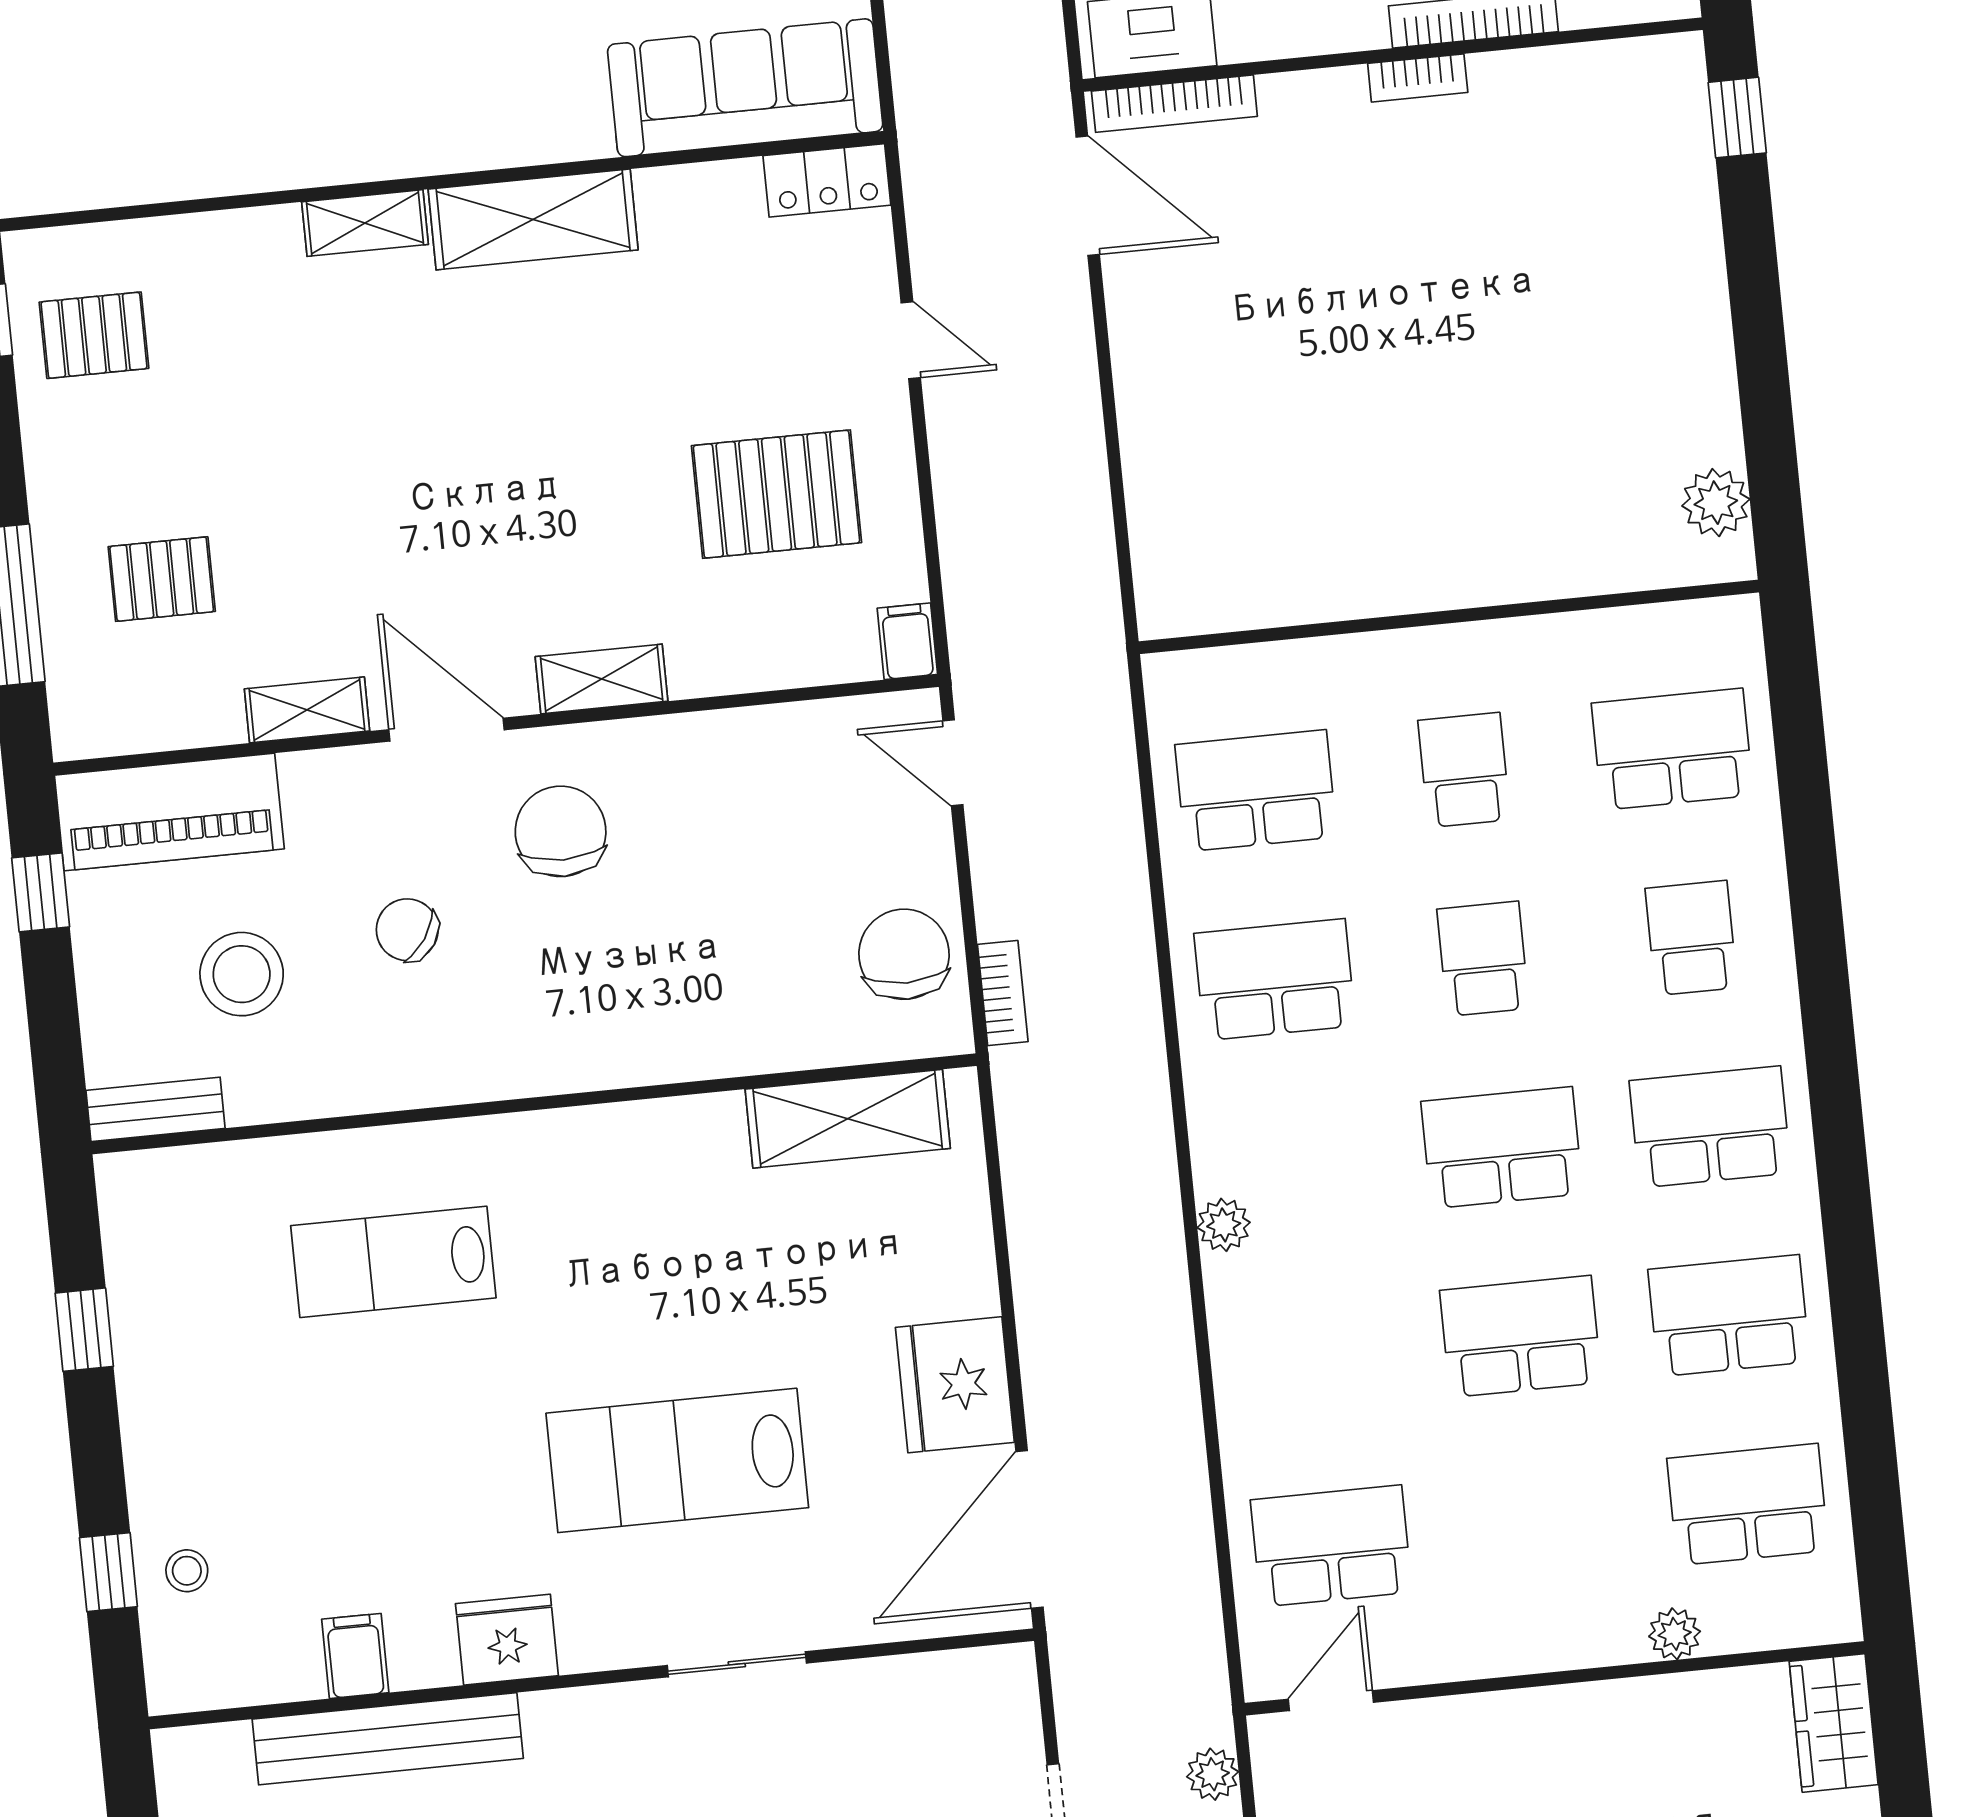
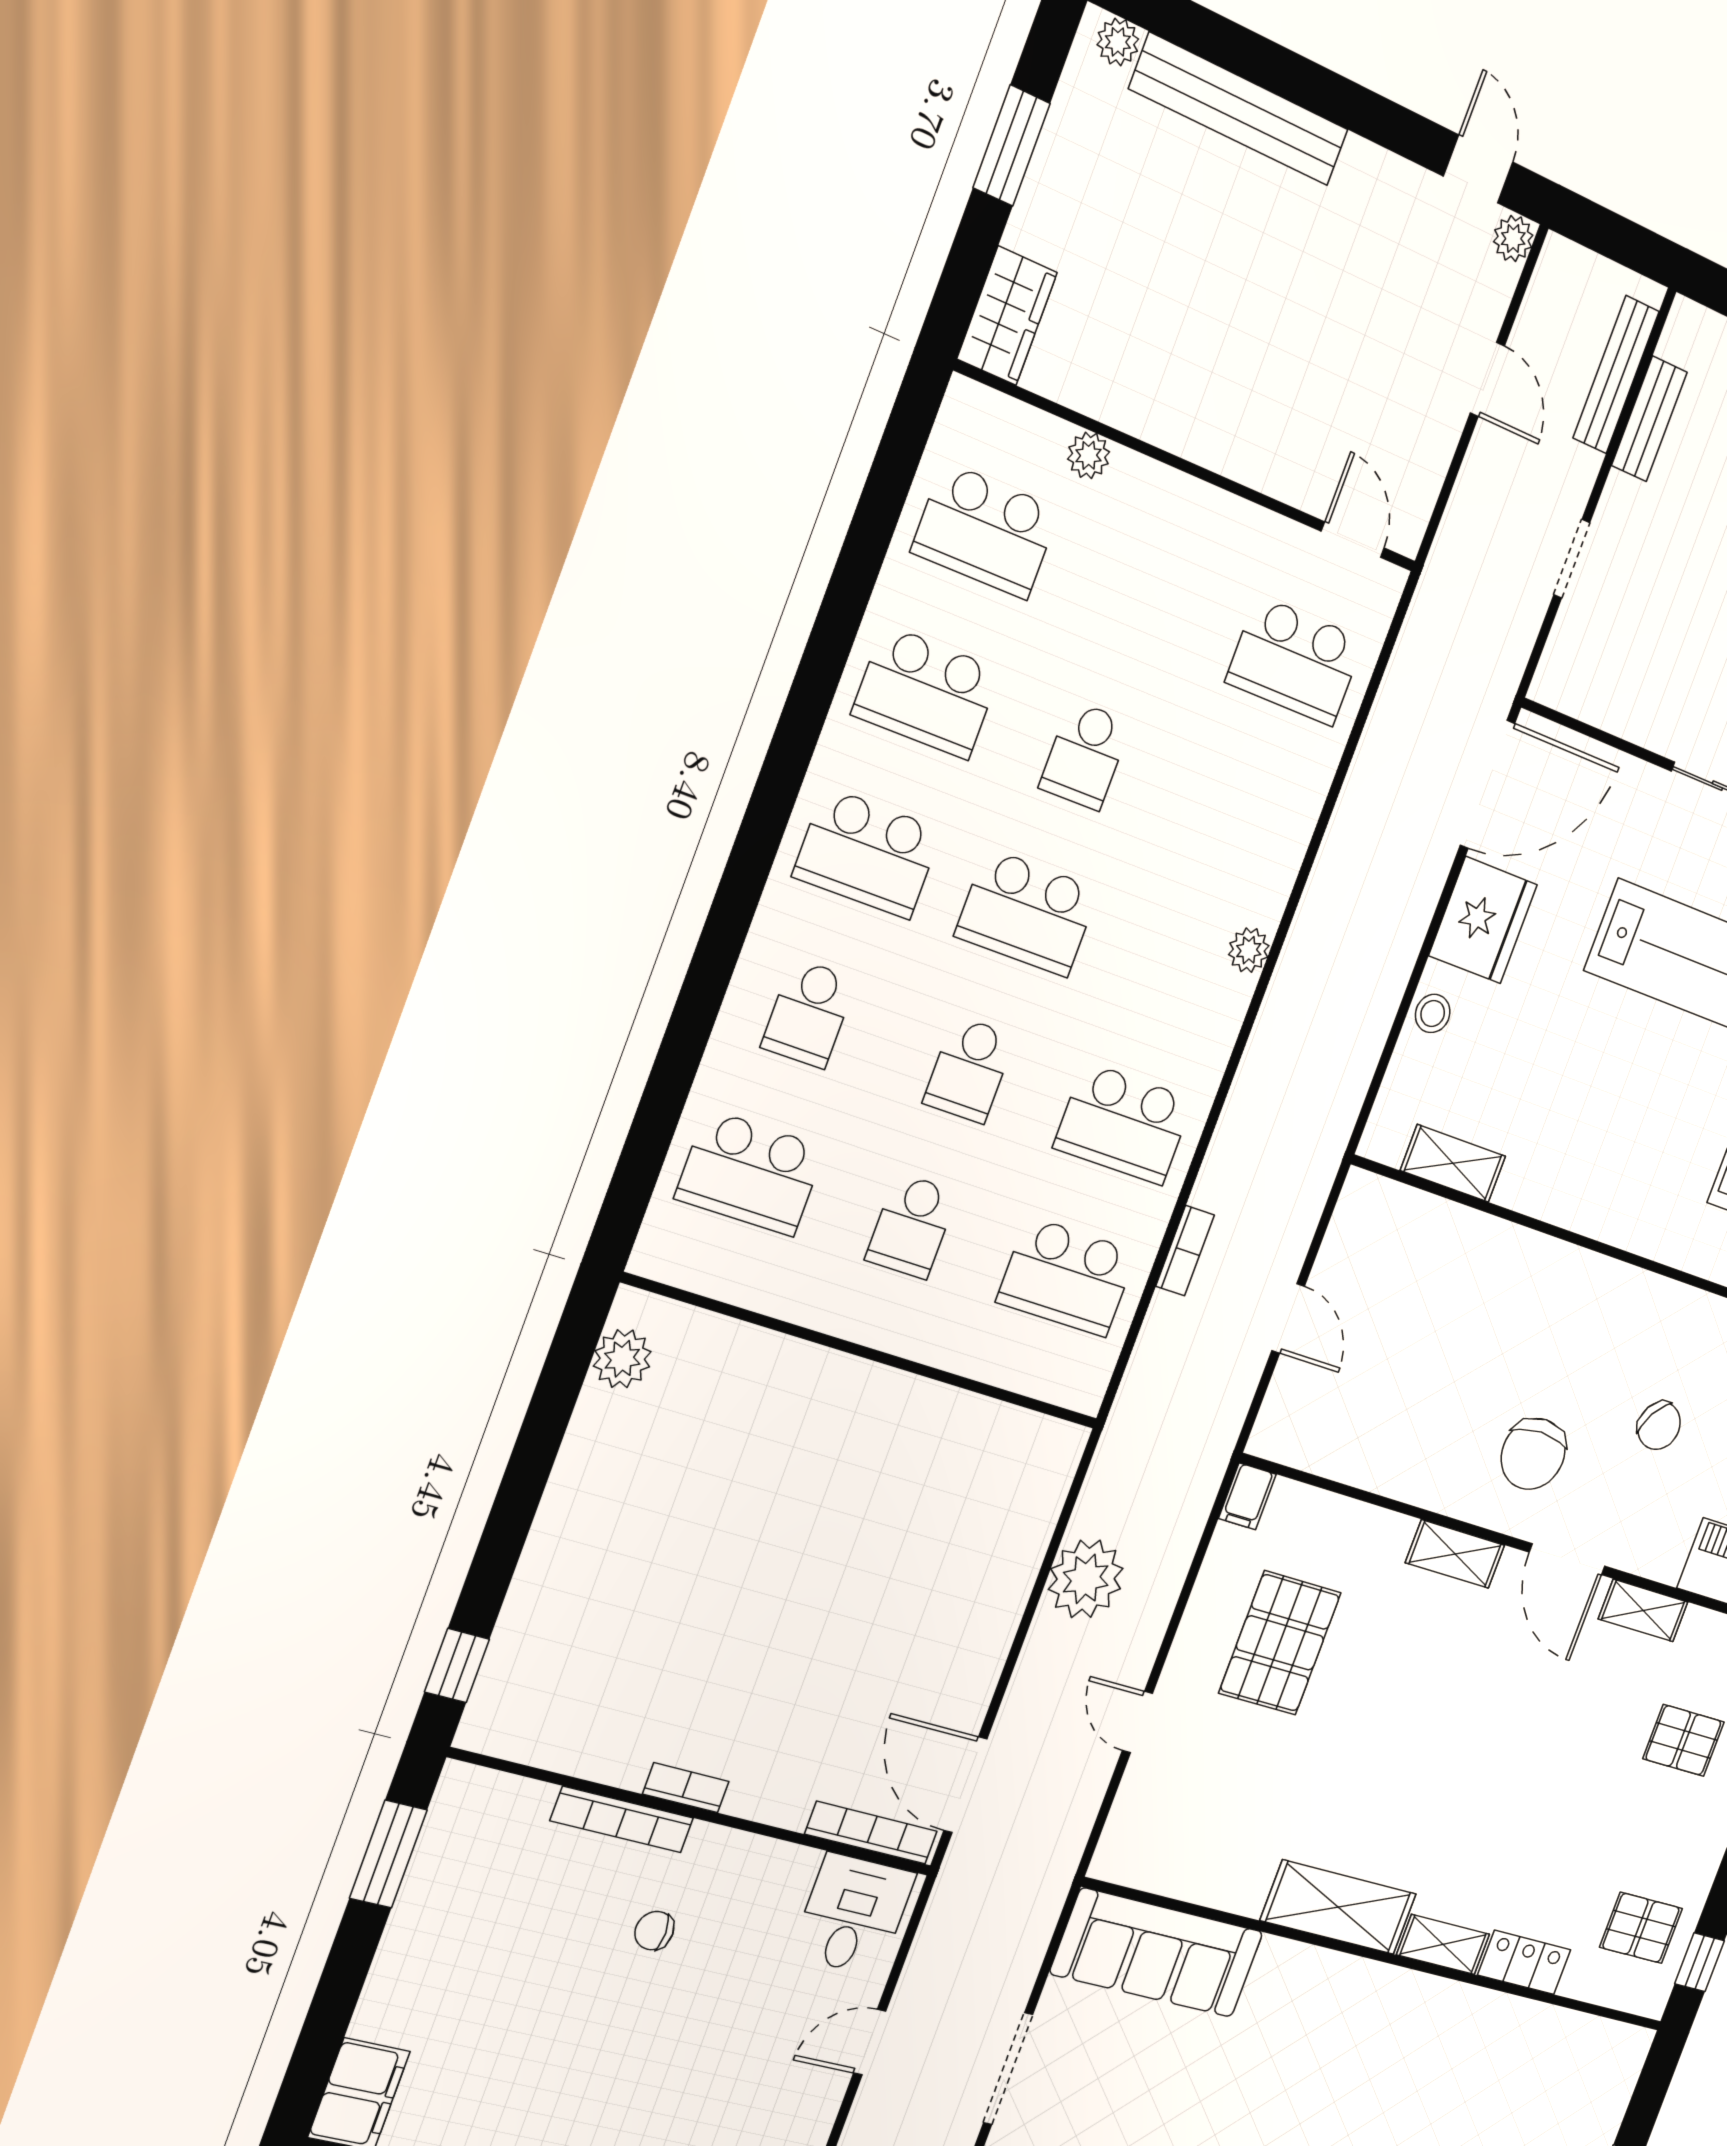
locker: (827, 180) -> (1524, 1962), moved
pallet: (777, 494) -> (1280, 1643), turned 90
door: (953, 763) -> (1288, 1318), moved
chair: (904, 954) -> (1361, 1262), removed
bookcase: (1003, 993) -> (1185, 1251), moved, turned 180
shelving: (848, 1119) -> (1453, 1163), width x0.67, depth x0.75
stool: (962, 1258) -> (1433, 1013), added
school desk: (1521, 1336) -> (1085, 755), width x0.54
door: (1331, 1701) -> (1353, 540), swing flipped
plant: (1213, 1774) -> (1086, 1579), moved, width x1.87, depth x1.87

